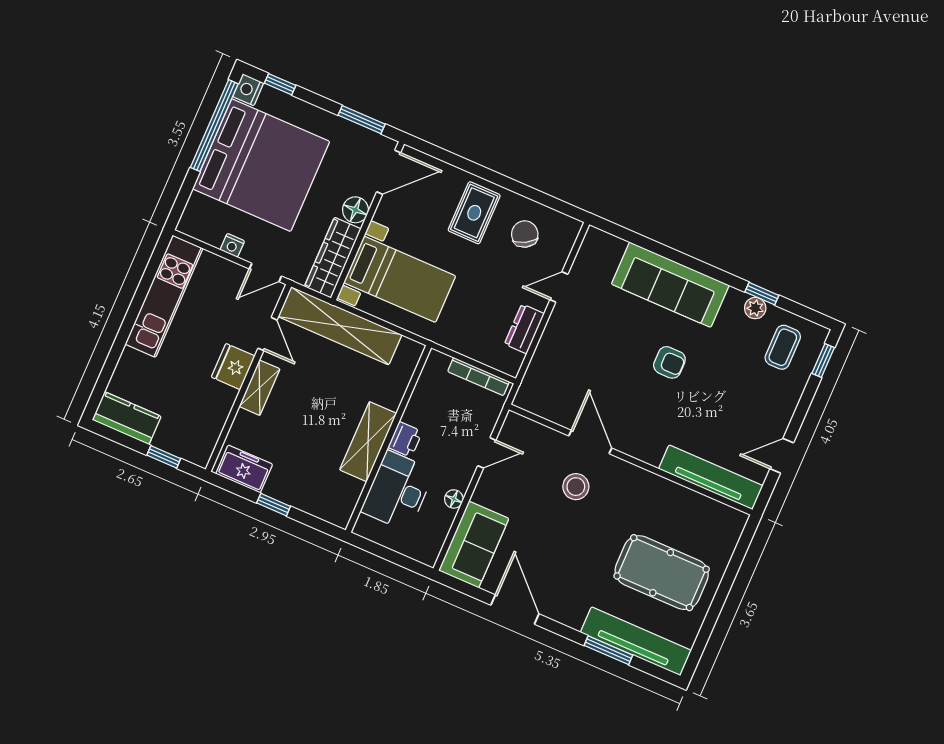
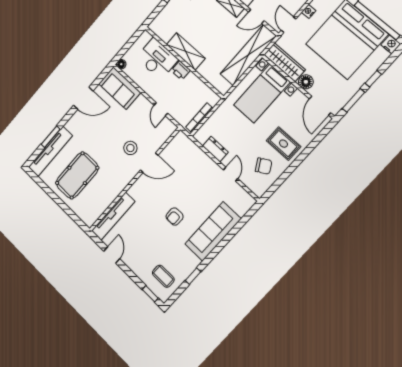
window: (280, 84) -> (373, 79), moved
plant: (755, 308) -> (187, 270), removed
floor lamp: (454, 499) -> (121, 64), moved

